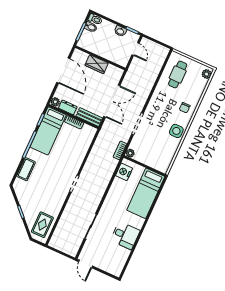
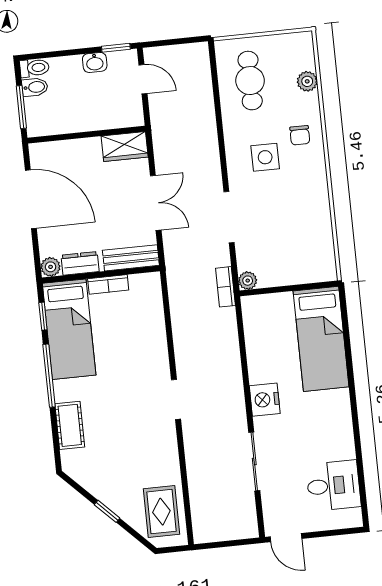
wardrobe: (97, 64) -> (125, 147), moved
plant: (207, 74) -> (307, 81), moved
double door: (112, 101) -> (156, 203), width x0.73
side table: (176, 131) -> (265, 157), moved
nightstand: (124, 172) -> (265, 400), moved
desk: (125, 235) -> (333, 486), moved

